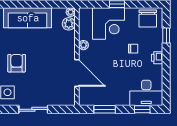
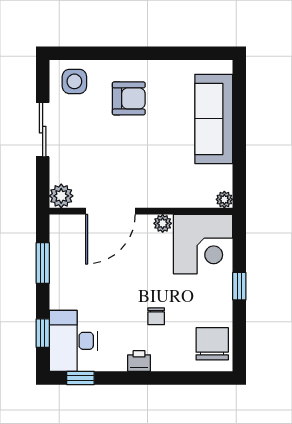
chair: (148, 19) -> (212, 344), turned 90
corner desk: (109, 23) -> (203, 244), moved, turned -90
plant: (69, 24) -> (61, 196), moved
window: (166, 36) -> (80, 378), moved

